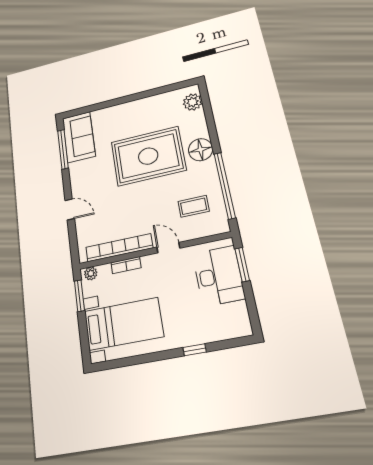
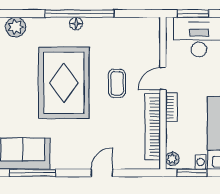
floor lamp: (201, 150) -> (76, 23), width x0.53, depth x0.53
window: (225, 185) -> (80, 14), moved
coffee table: (194, 206) -> (117, 83), moved
bookcase: (126, 265) -> (171, 107), moved

